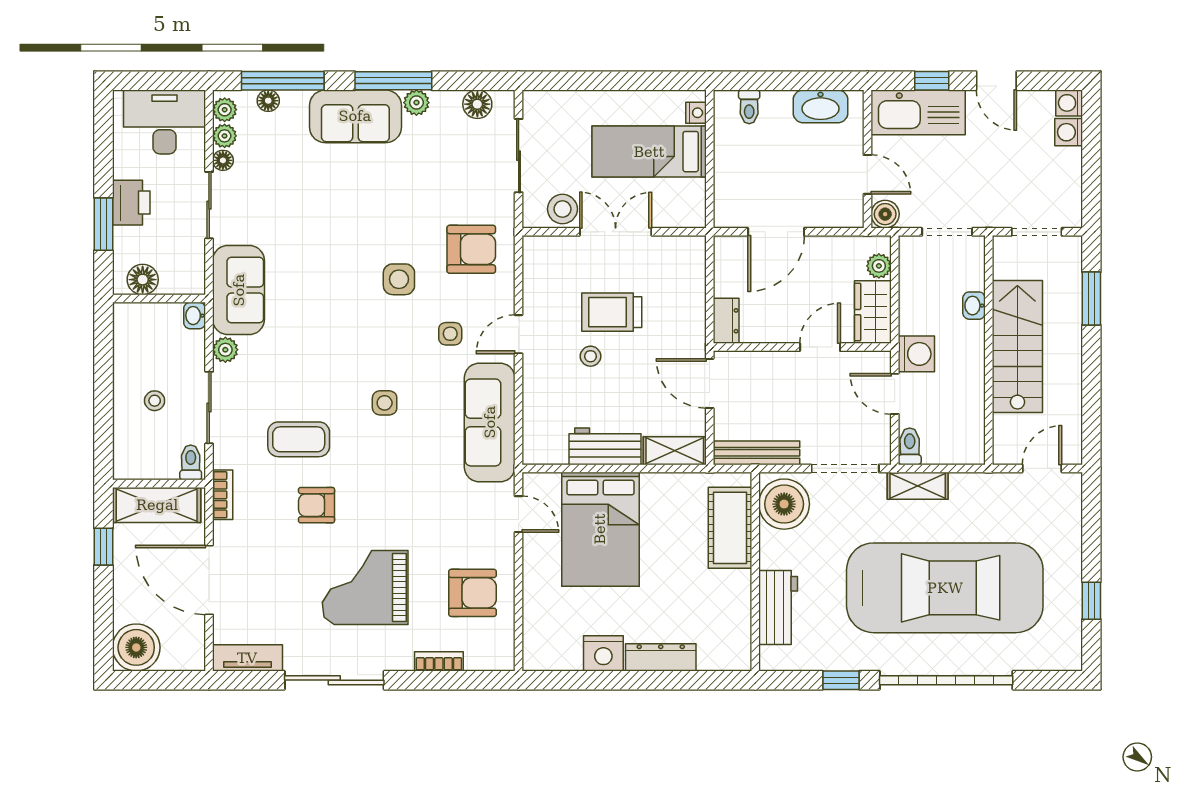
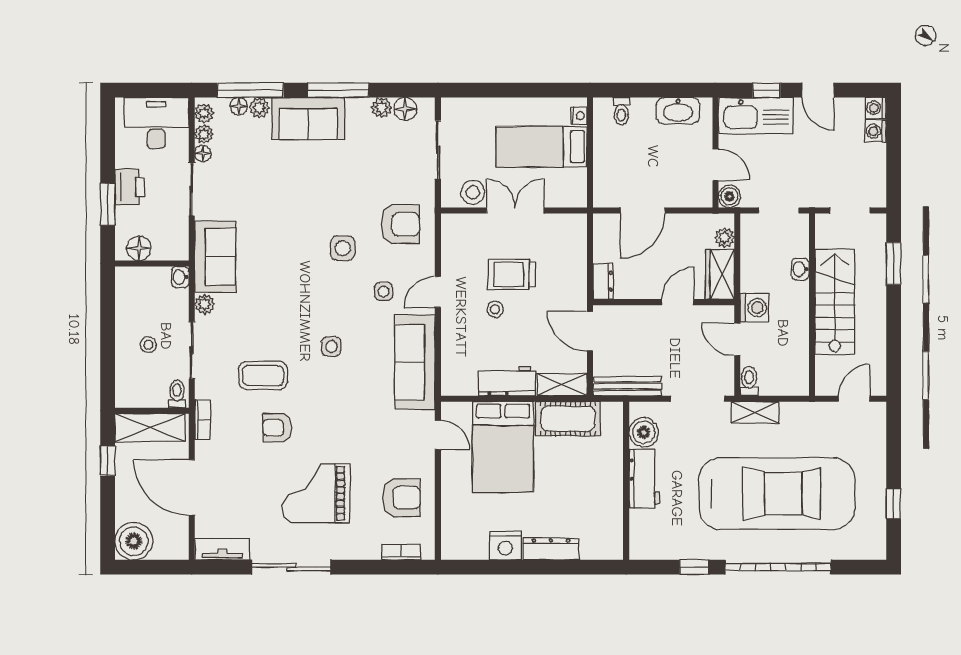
plant: (294, 103) -> (260, 108), added
plant: (416, 103) -> (382, 108), moved
boiler: (784, 504) -> (644, 432), width x0.73, depth x0.73
cot: (730, 528) -> (568, 419), moved, turned 90
workbench: (778, 607) -> (644, 479), moved
bookcase: (439, 661) -> (401, 552), moved

